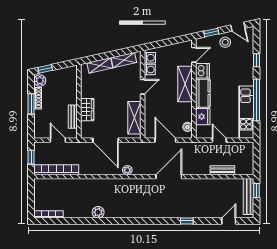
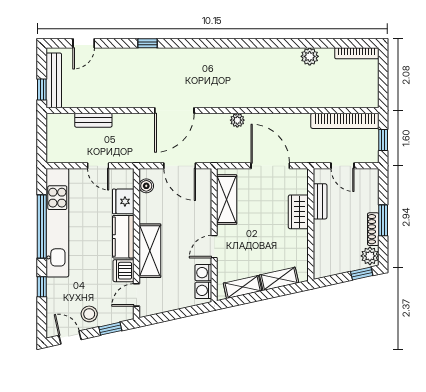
kitchen unit: (246, 112) -> (57, 223), width x1.36
plant: (98, 212) -> (310, 56), moved

